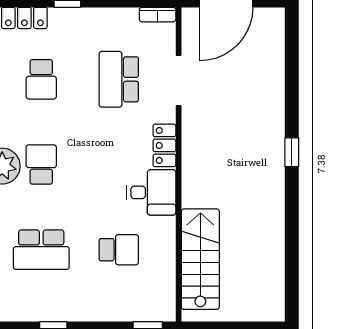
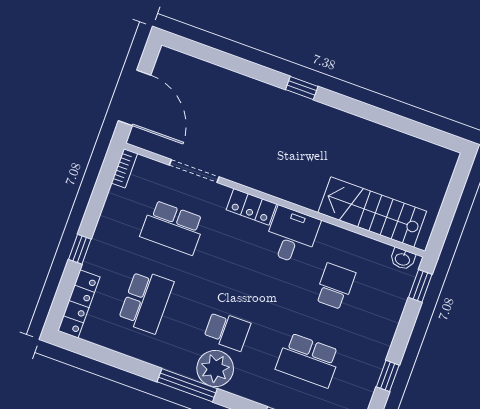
school desk: (41, 79) -> (146, 301), width x1.85
school desk: (41, 164) -> (227, 331), turned 180
school desk: (41, 250) -> (308, 360), turned 90
washbasin: (167, 303) -> (403, 259), added

